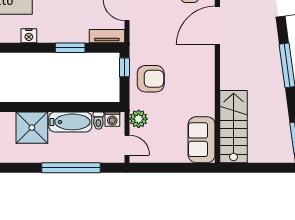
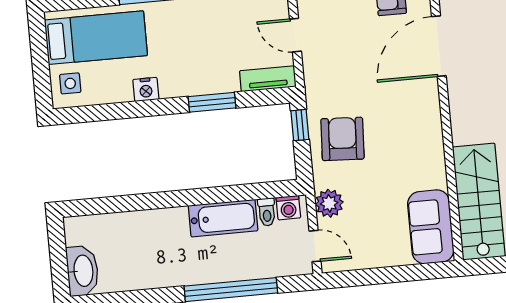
armchair: (151, 79) -> (342, 139), turned -87
shower: (32, 128) -> (164, 232), removed

